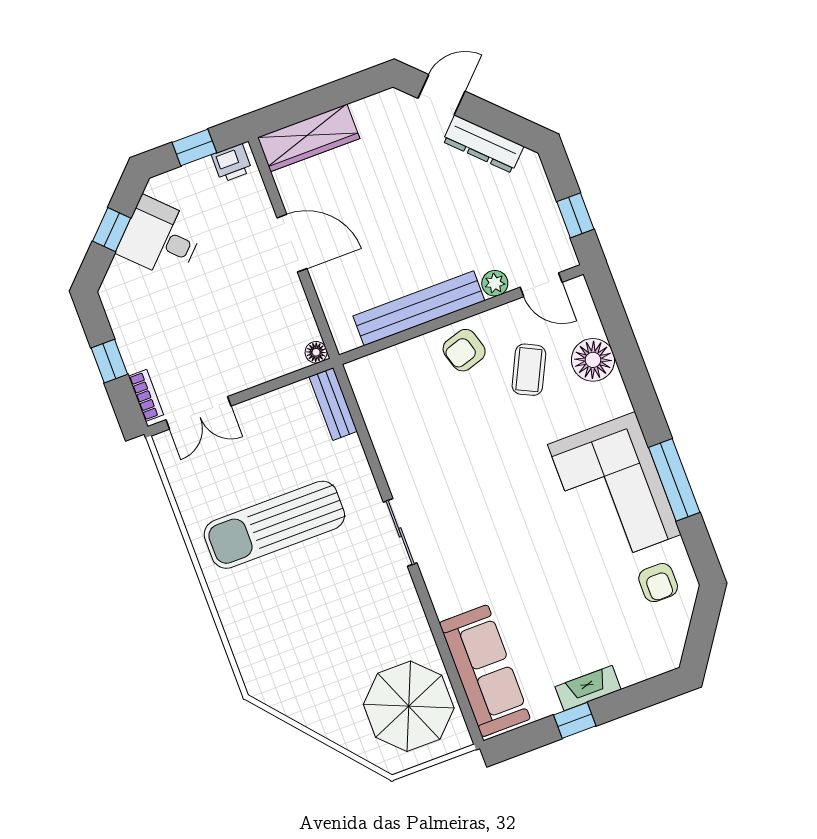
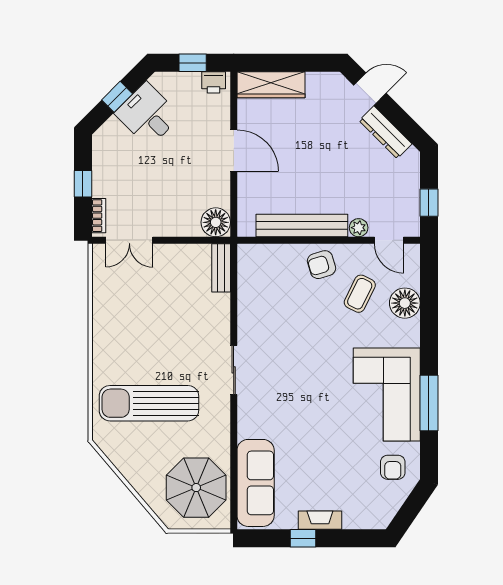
floor lamp: (316, 352) -> (216, 222), width x1.89, depth x1.89
sun lounger: (274, 525) -> (149, 403), moved

